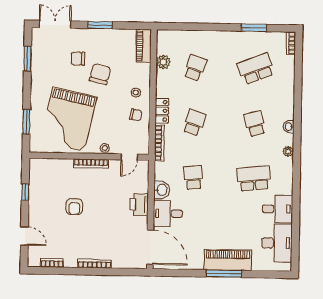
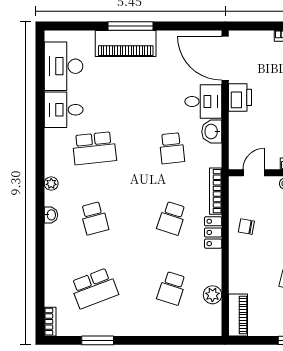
stool: (136, 93) -> (247, 255), removed
printer: (139, 205) -> (240, 97), moved

